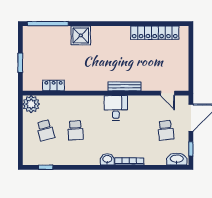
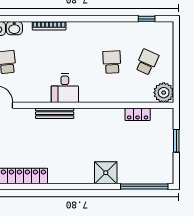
school desk: (45, 130) -> (147, 62), turned 39
washbasin: (107, 159) -> (14, 28), moved

